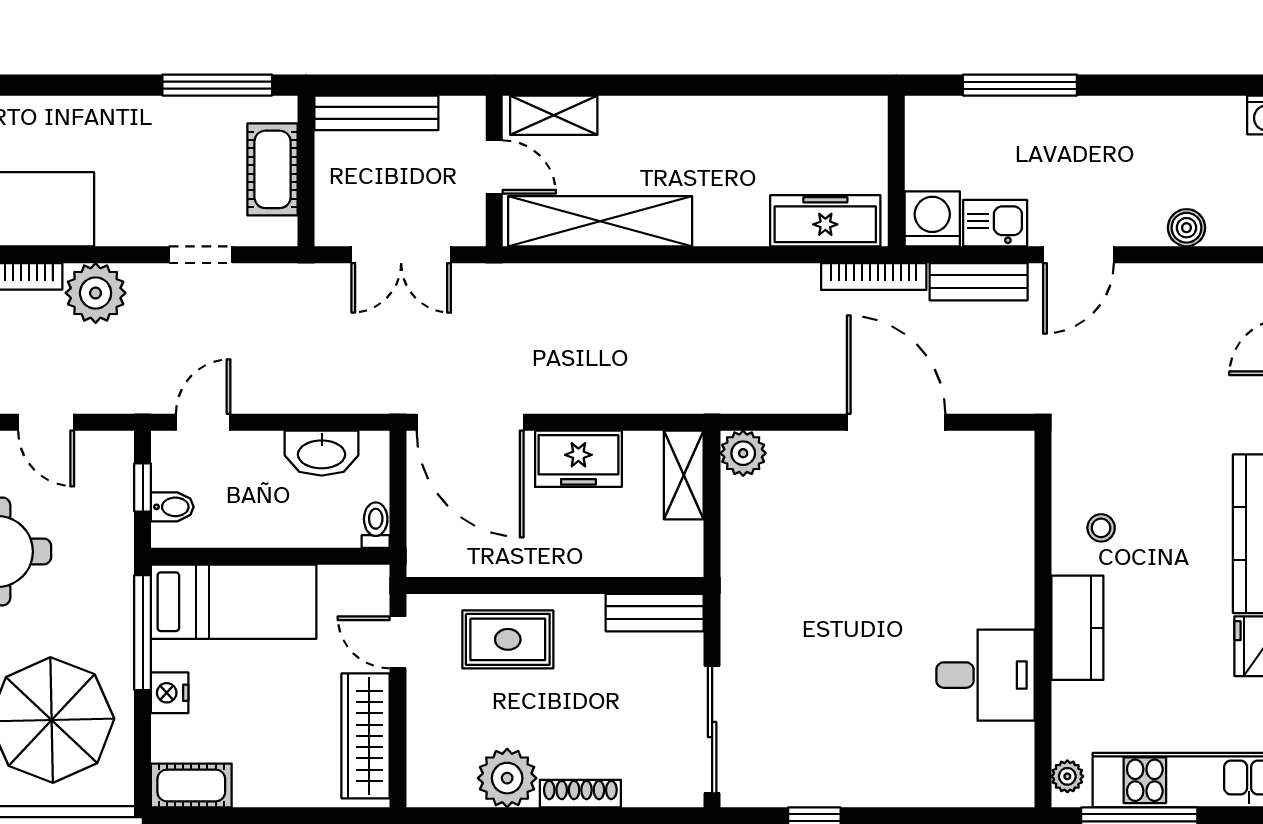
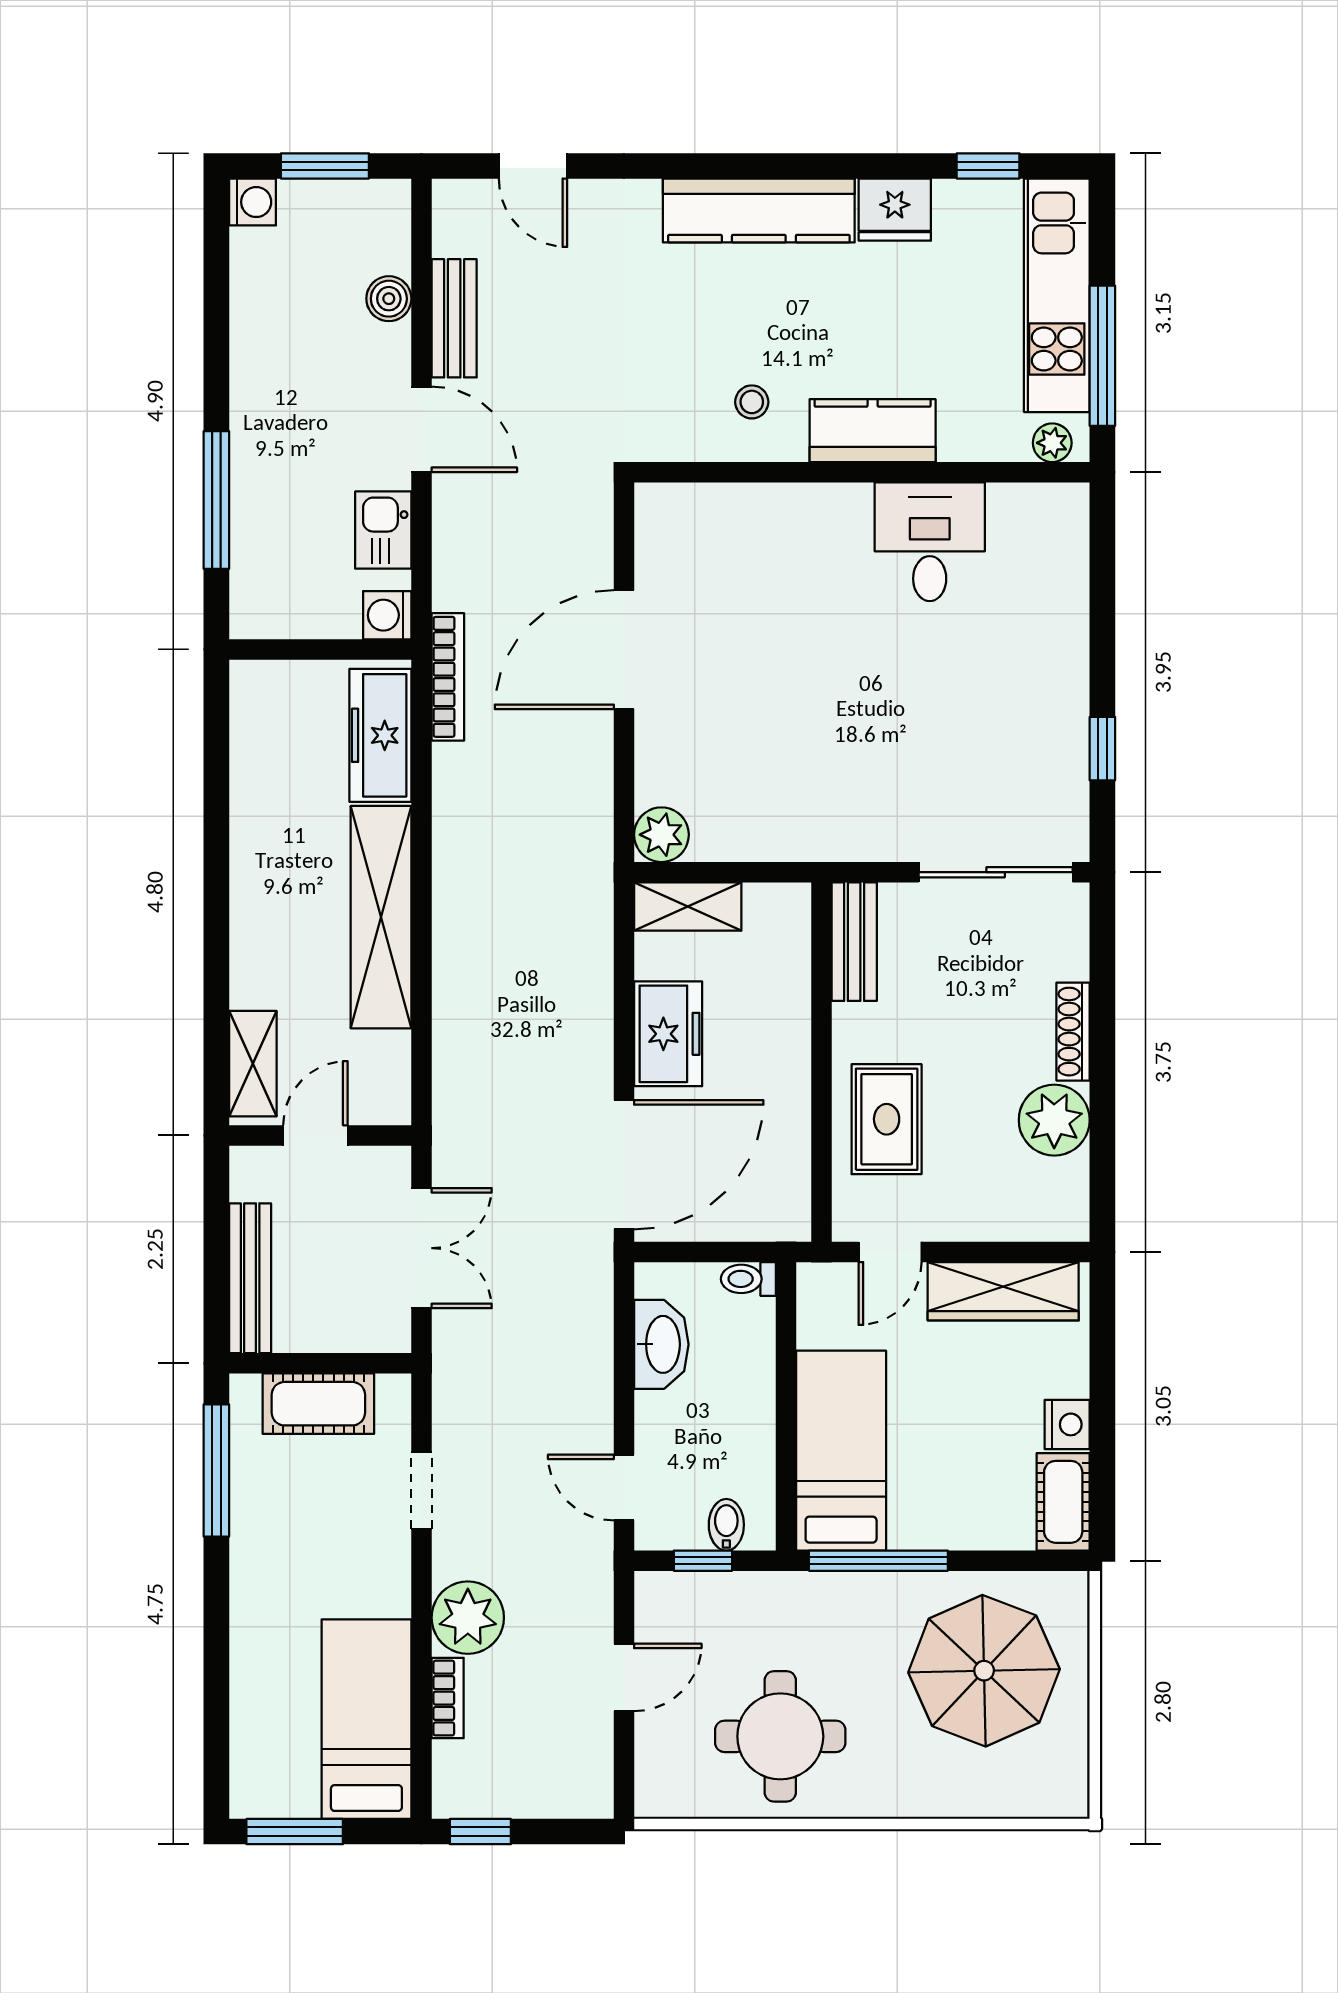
washing machine: (932, 219) -> (387, 615), width x0.73, depth x0.73
shelving: (600, 221) -> (381, 917), moved
bench: (979, 282) -> (454, 318), moved
nightstand: (170, 693) -> (1067, 1424), moved, turned -90

